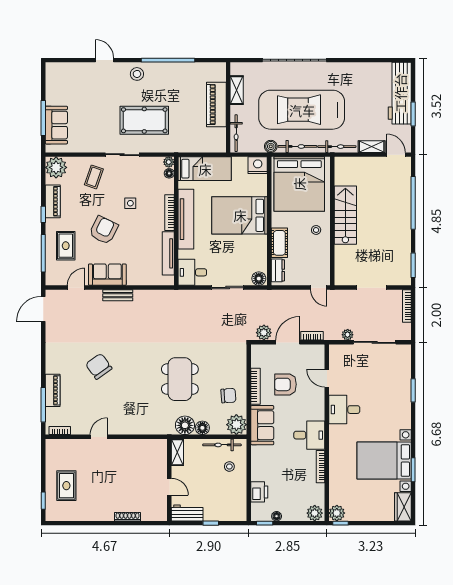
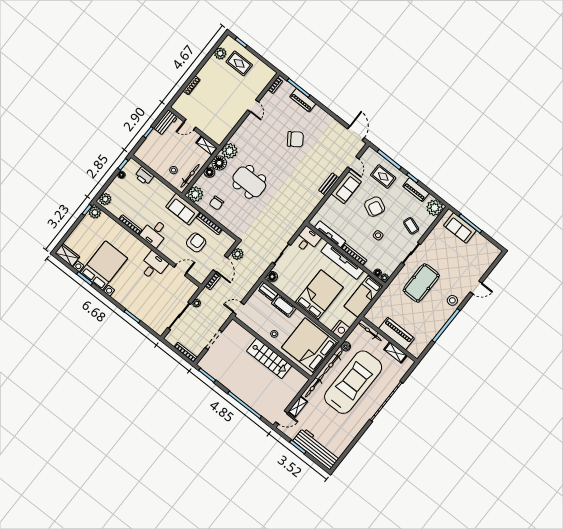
plant: (164, 424) -> (230, 151), added
plant: (72, 513) -> (220, 53), added

